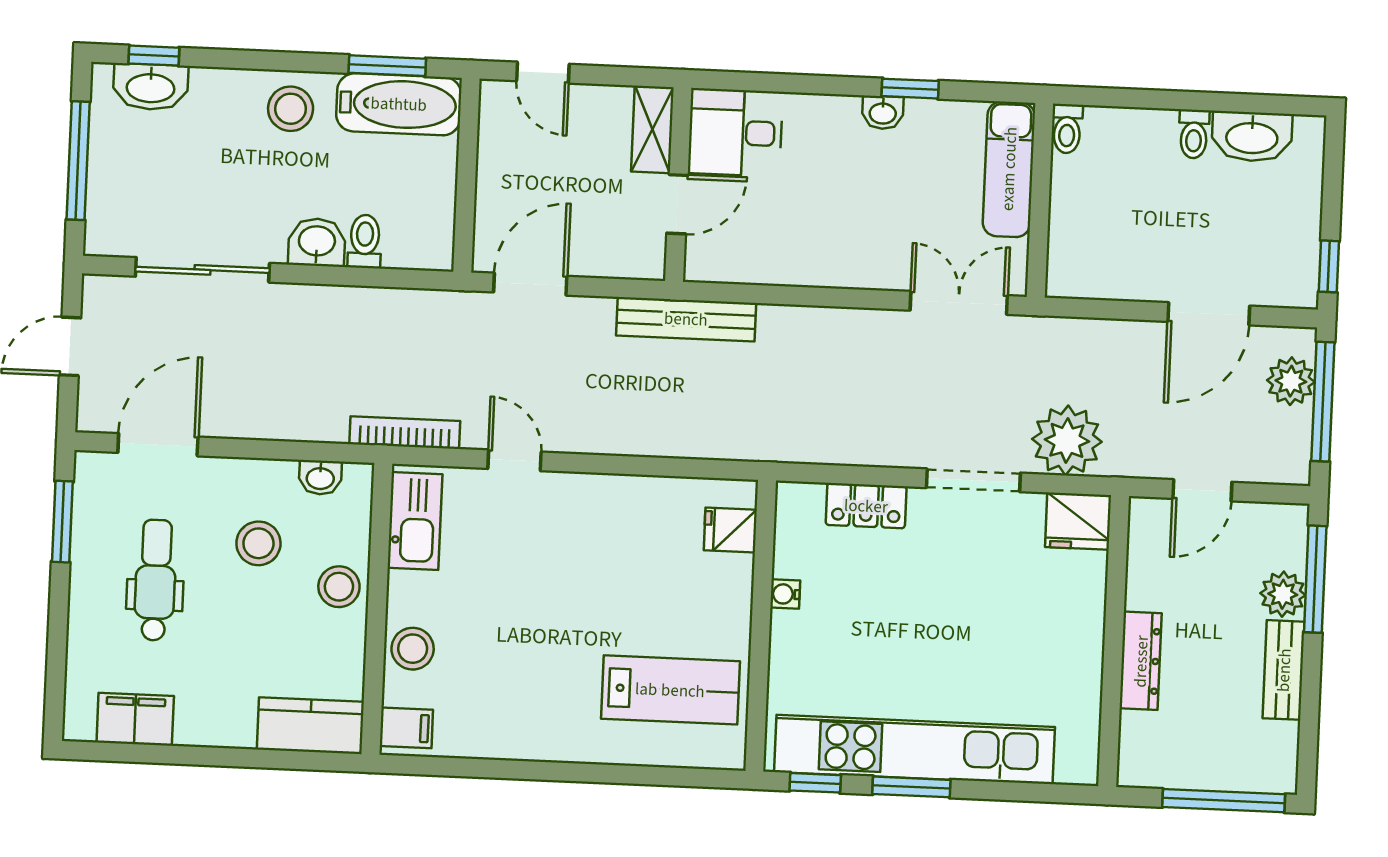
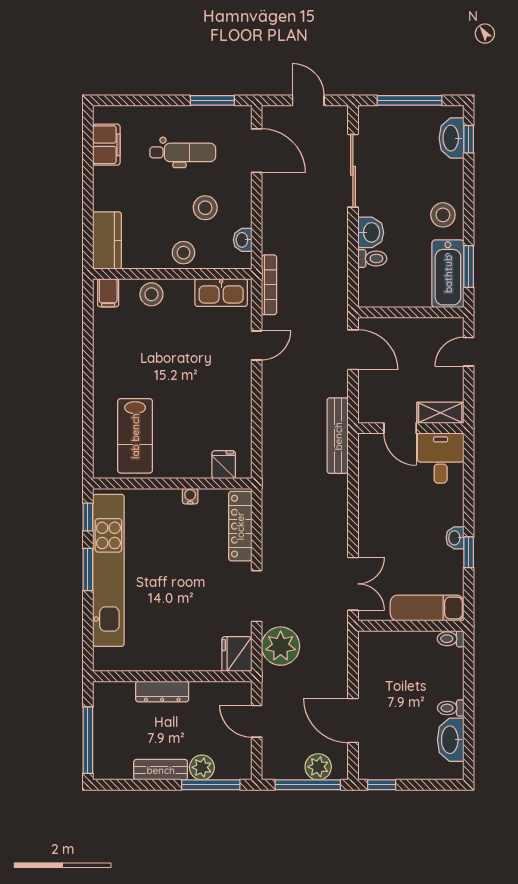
locker: (866, 506) -> (240, 526), width x1.53

